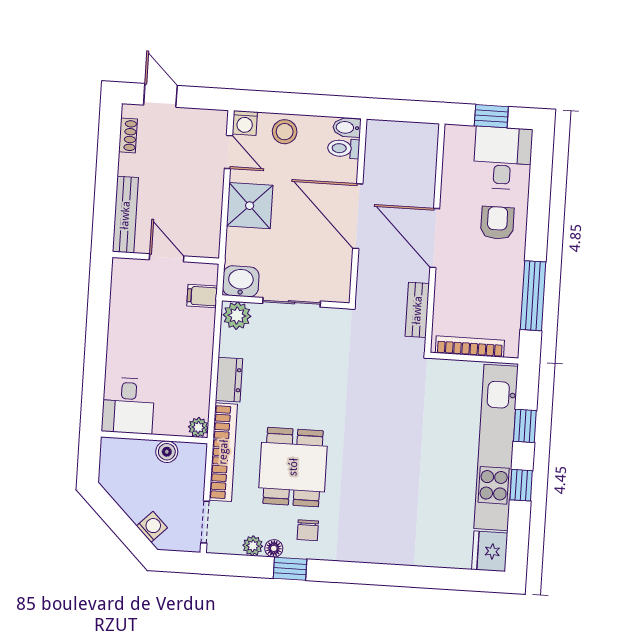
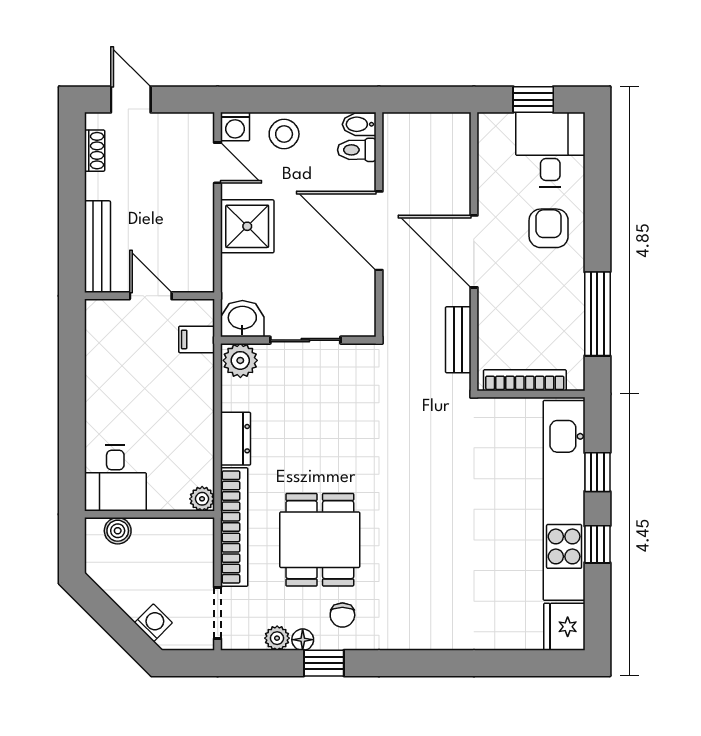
boiler: (167, 452) -> (118, 531), moved

